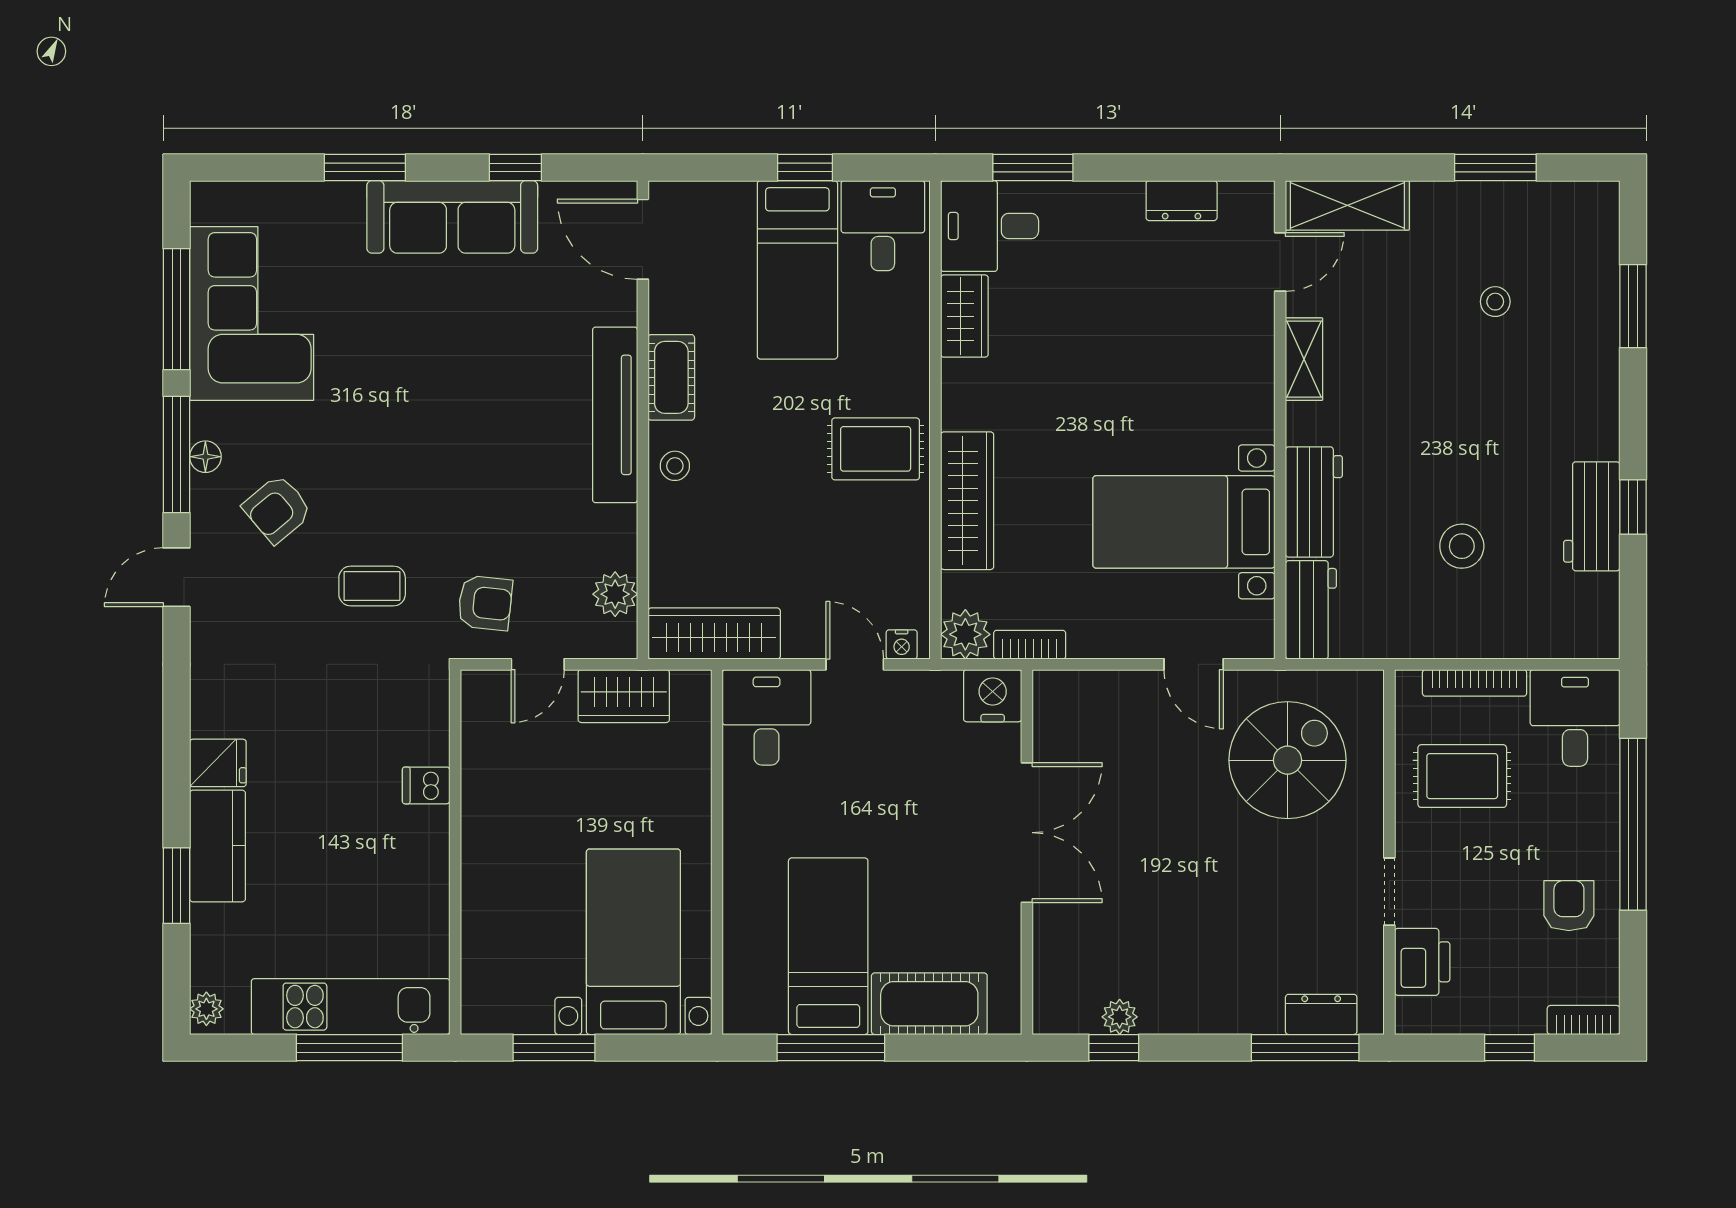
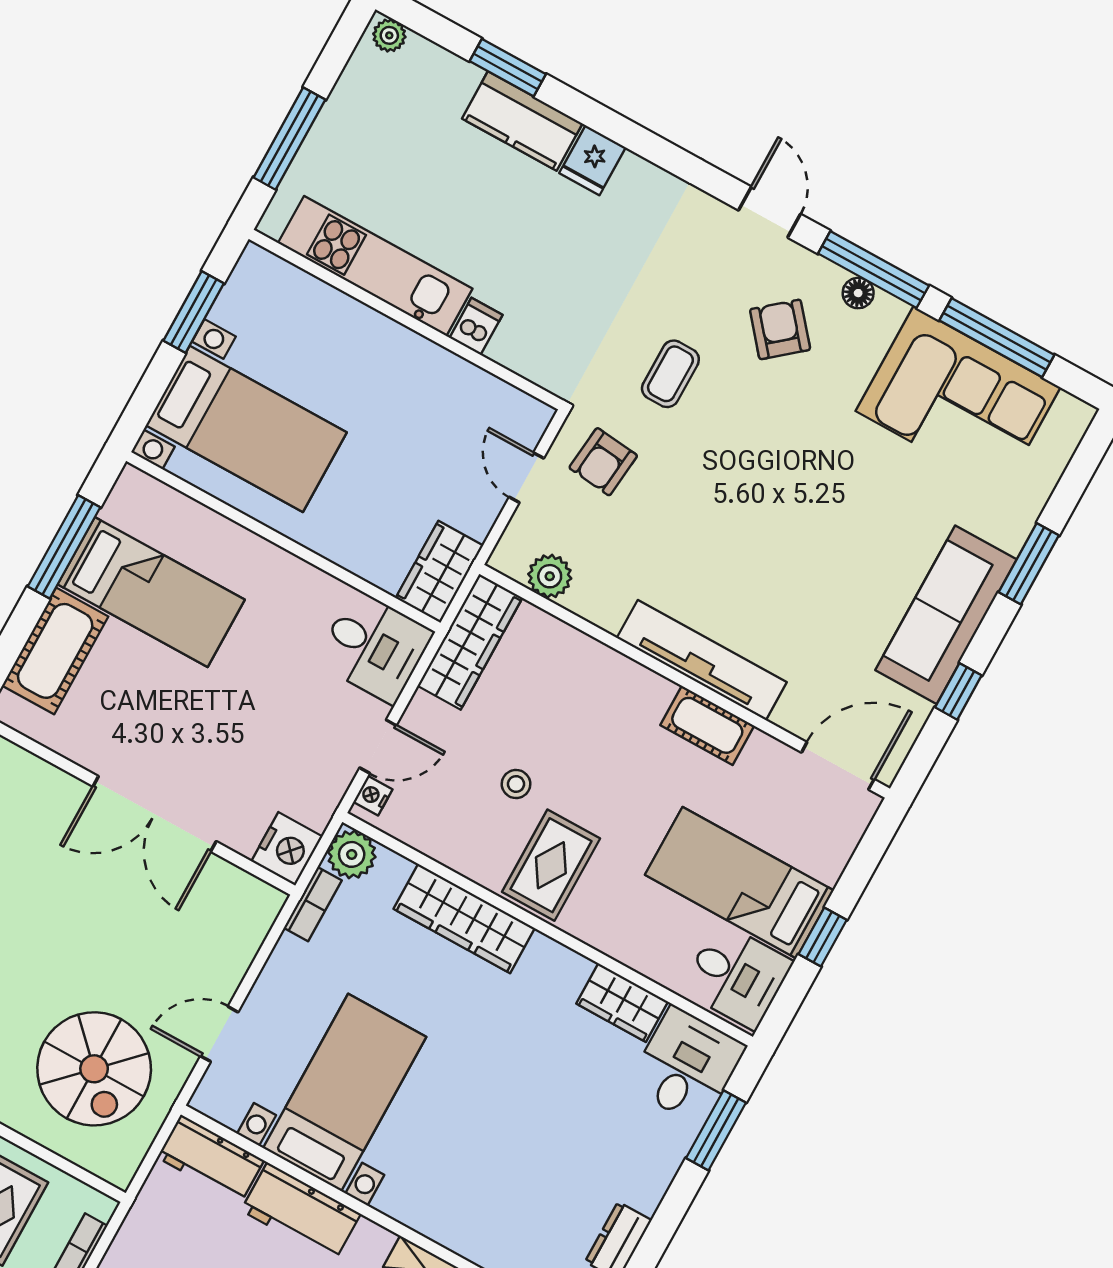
stool: (675, 466) -> (516, 784), moved
wardrobe: (624, 696) -> (439, 572), moved
kitchen unit: (351, 1007) -> (375, 266), moved, turned -90

